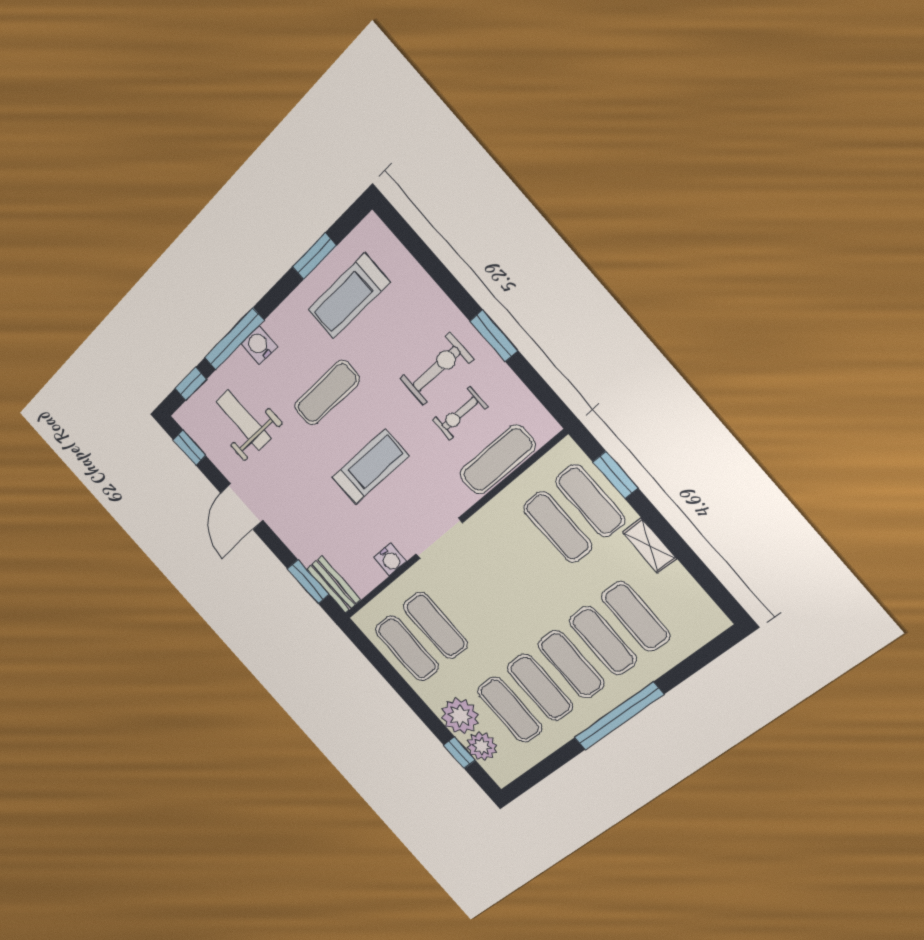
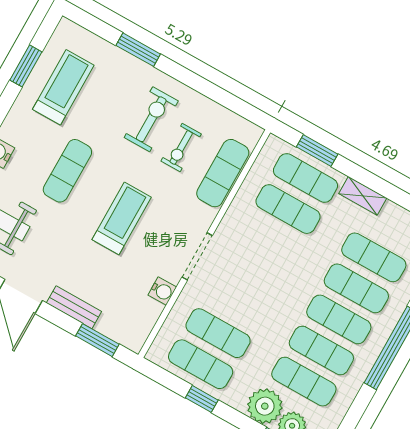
treadmill: (349, 296) -> (63, 87), turned 180
window: (494, 336) -> (138, 50), moved
bench: (334, 585) -> (74, 307), moved
window: (397, 682) -> (202, 399), added

